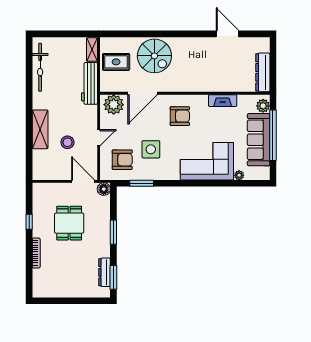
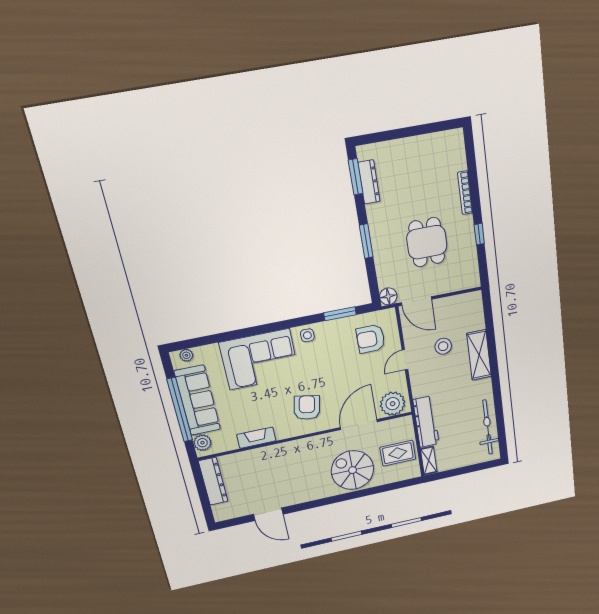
armchair: (180, 116) -> (307, 408), turned 101
side table: (151, 149) -> (307, 335), moved, width x0.54, depth x0.54
plant: (239, 175) -> (186, 355), moved

